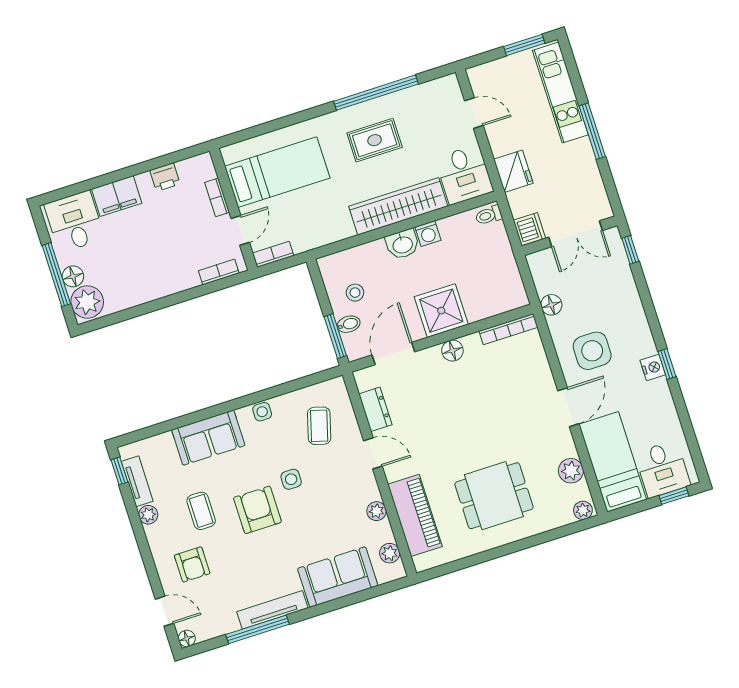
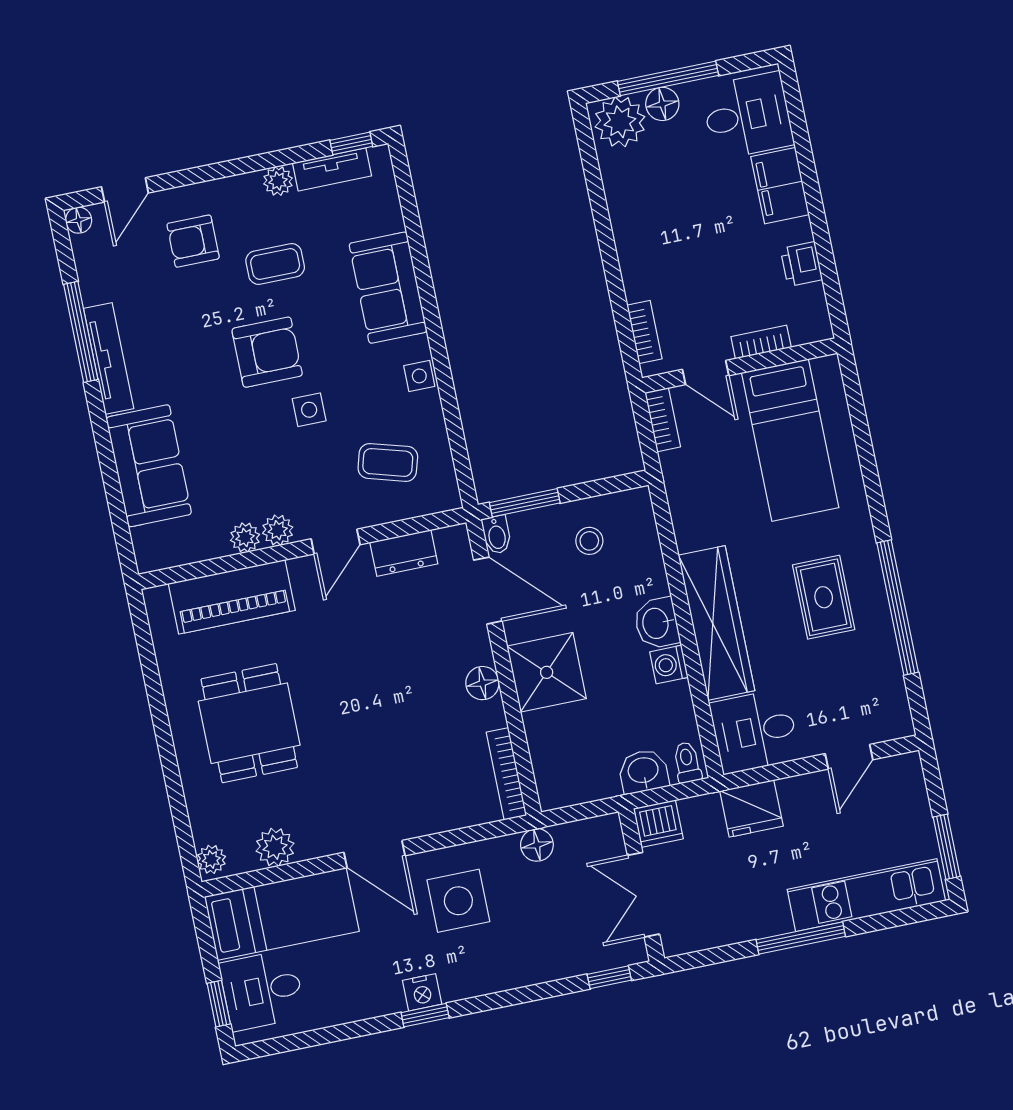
washbasin: (497, 242) -> (643, 771), added
bidet: (349, 324) -> (497, 535), moved
plant: (390, 553) -> (278, 530), moved

